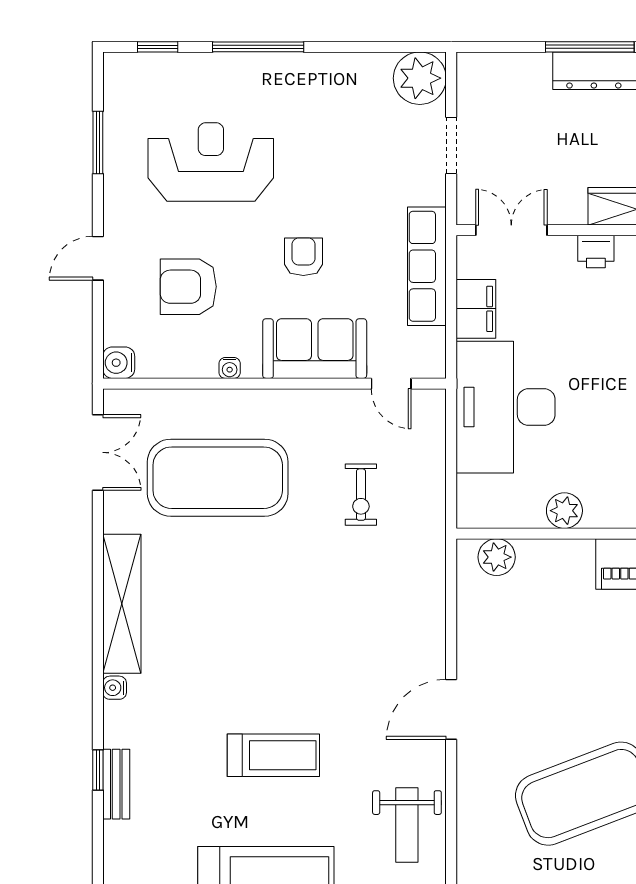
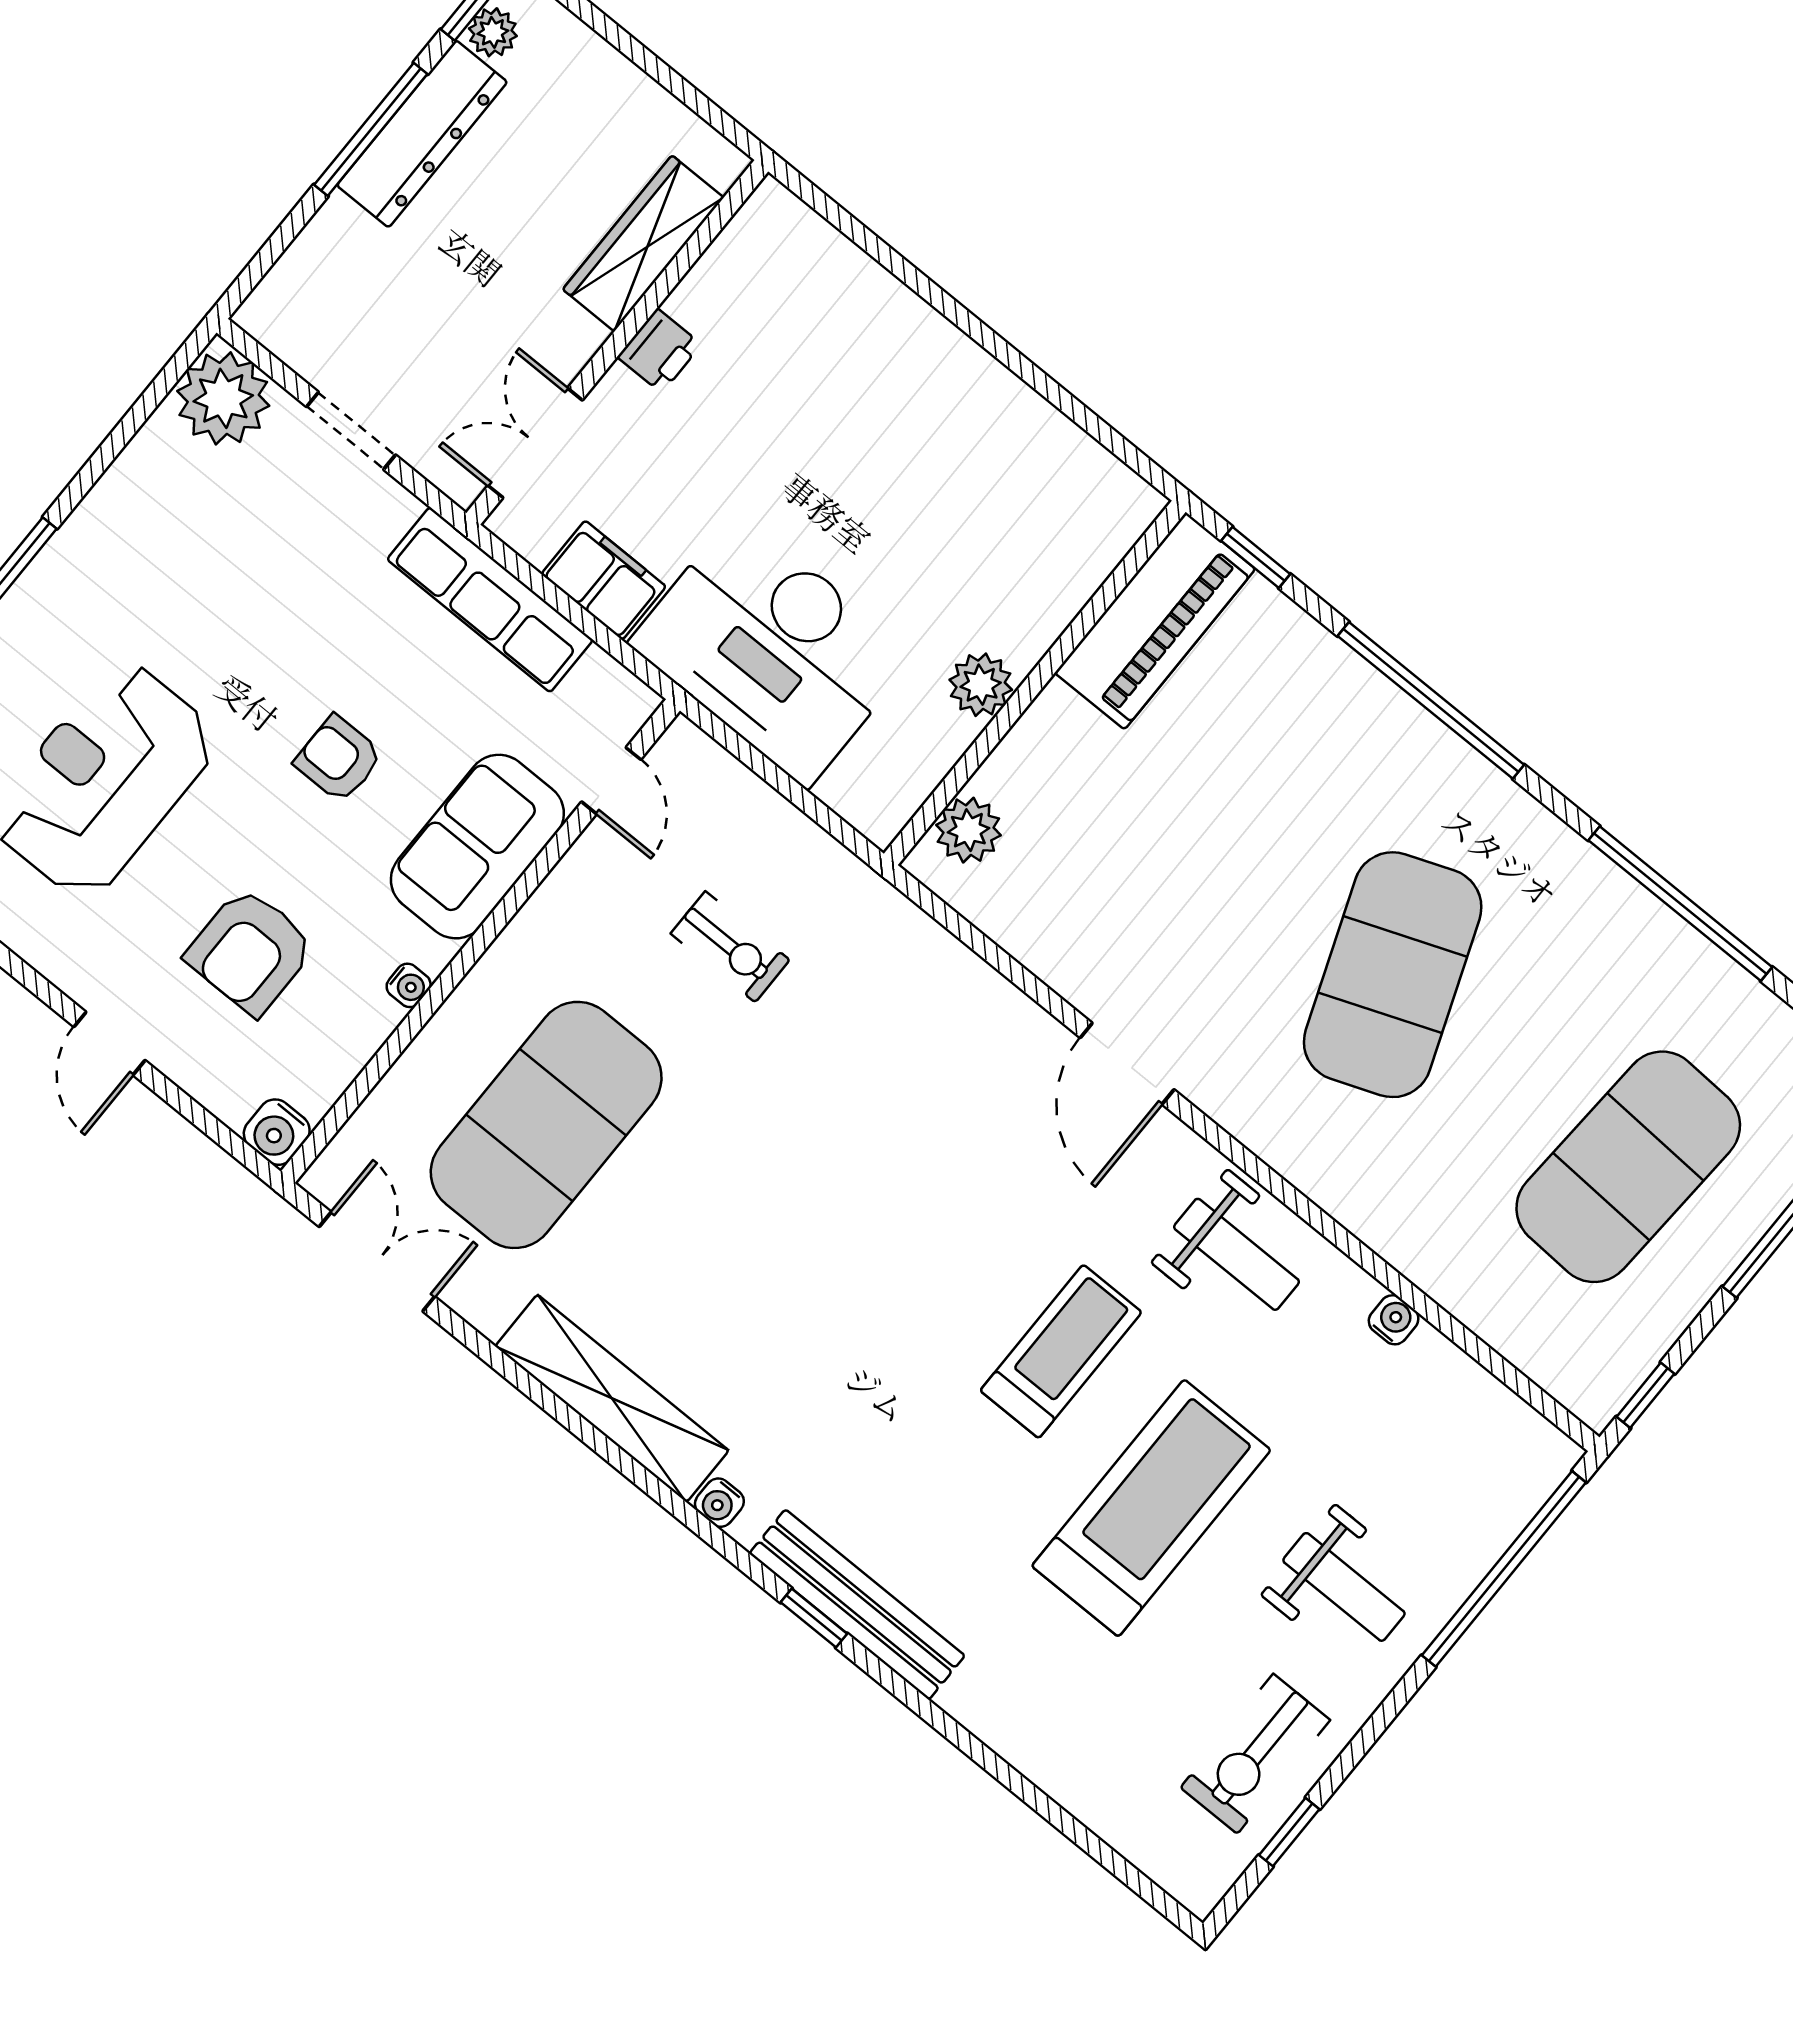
door: (391, 384) -> (611, 781), hinge flipped
treadmill: (273, 755) -> (1061, 1351), moved
bench: (116, 784) -> (857, 1605), width x1.86, depth x1.21

